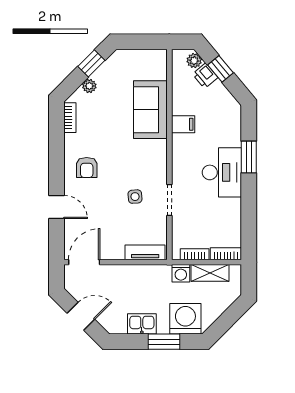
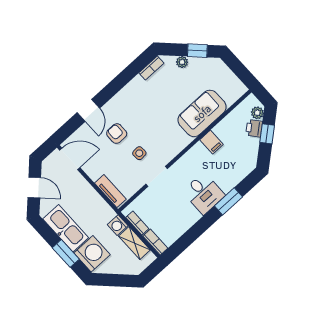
armchair: (87, 168) -> (117, 134), moved, turned 90
desk: (222, 172) -> (204, 193), width x0.73
kitchen sink: (142, 324) -> (66, 228), width x1.88, depth x1.24

